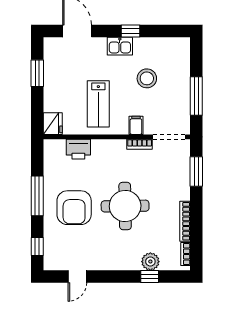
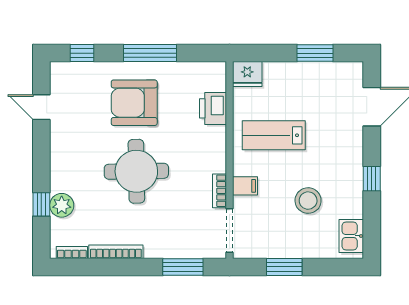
kitchen sink: (120, 46) -> (351, 236), moved
window: (196, 96) -> (284, 267), width x0.69

